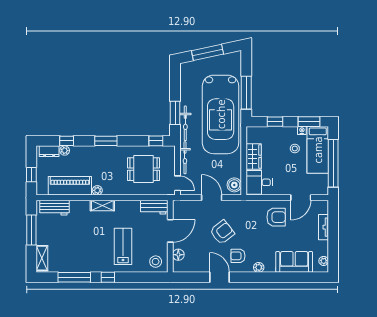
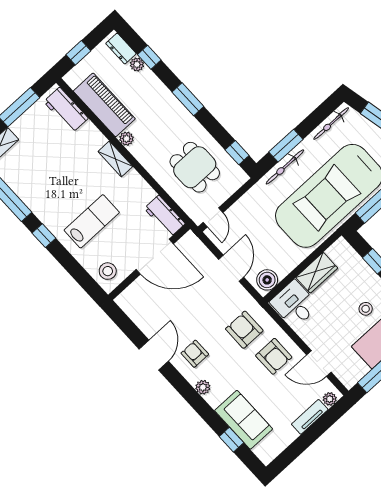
bicycle: (185, 158) -> (331, 124), moved
door: (170, 231) -> (155, 257), width x1.36
armchair: (222, 232) -> (244, 330), moved, turned -142
floor lamp: (178, 255) -> (137, 289), removed
plant: (324, 261) -> (330, 399), moved
window: (299, 277) -> (231, 440), added

